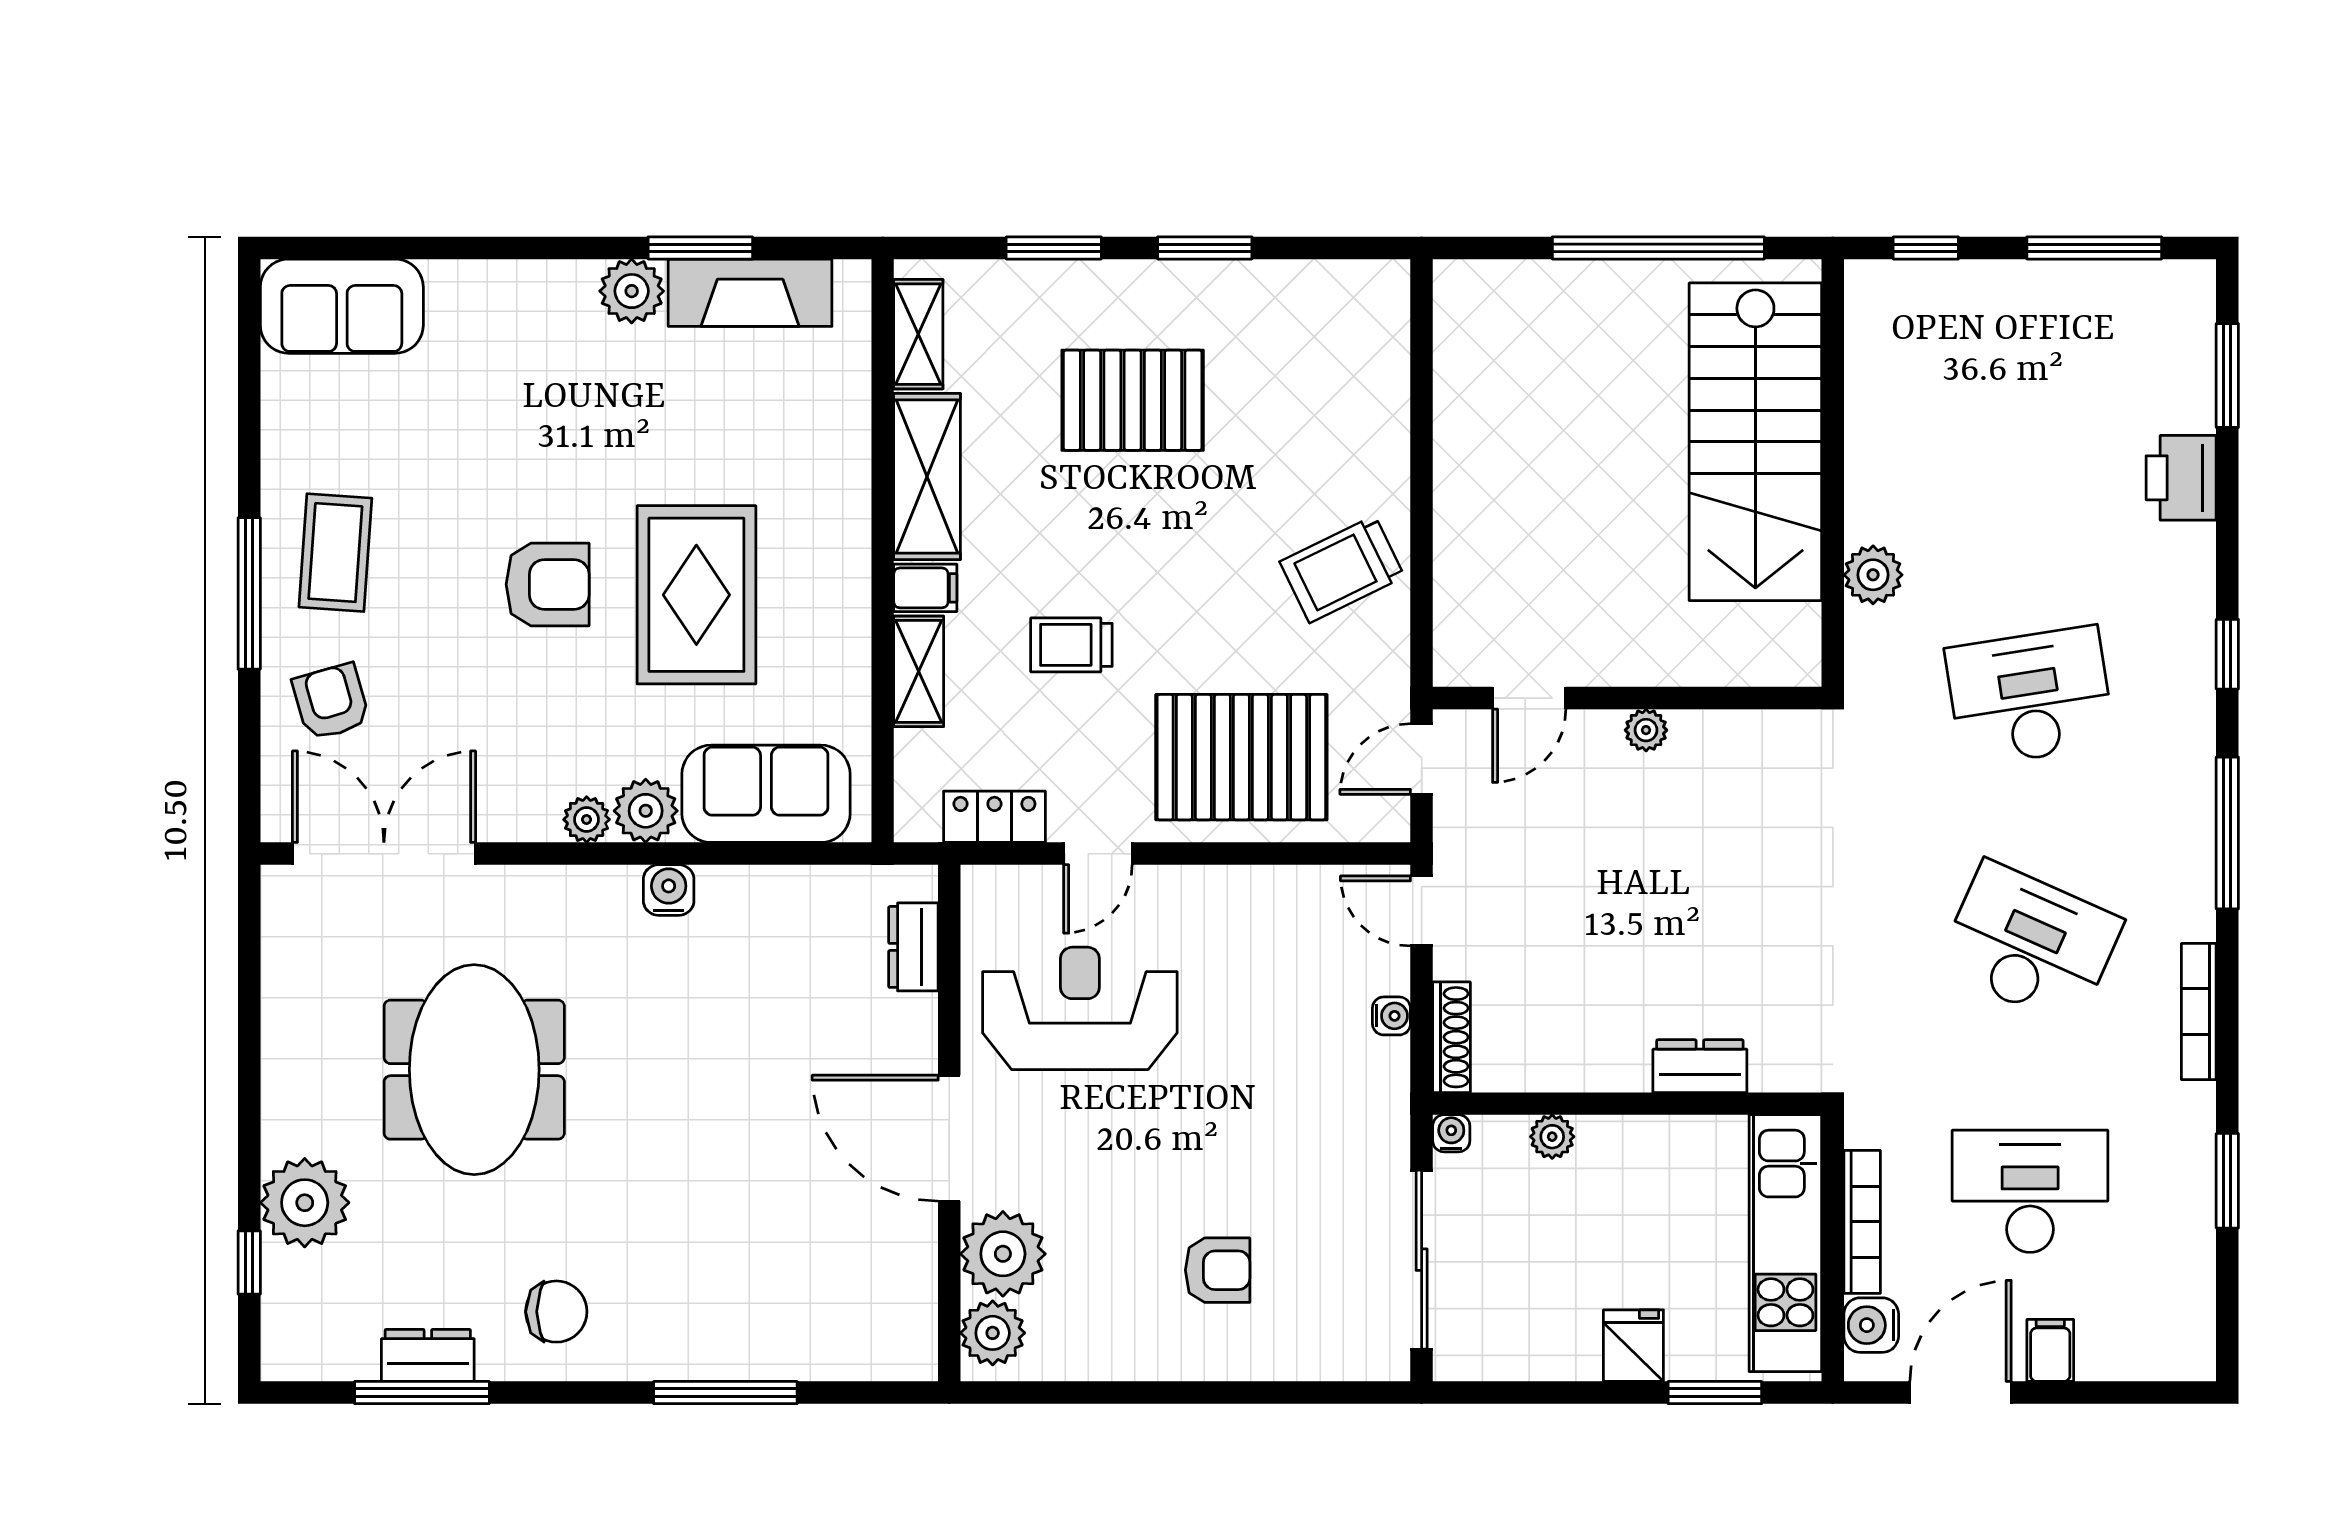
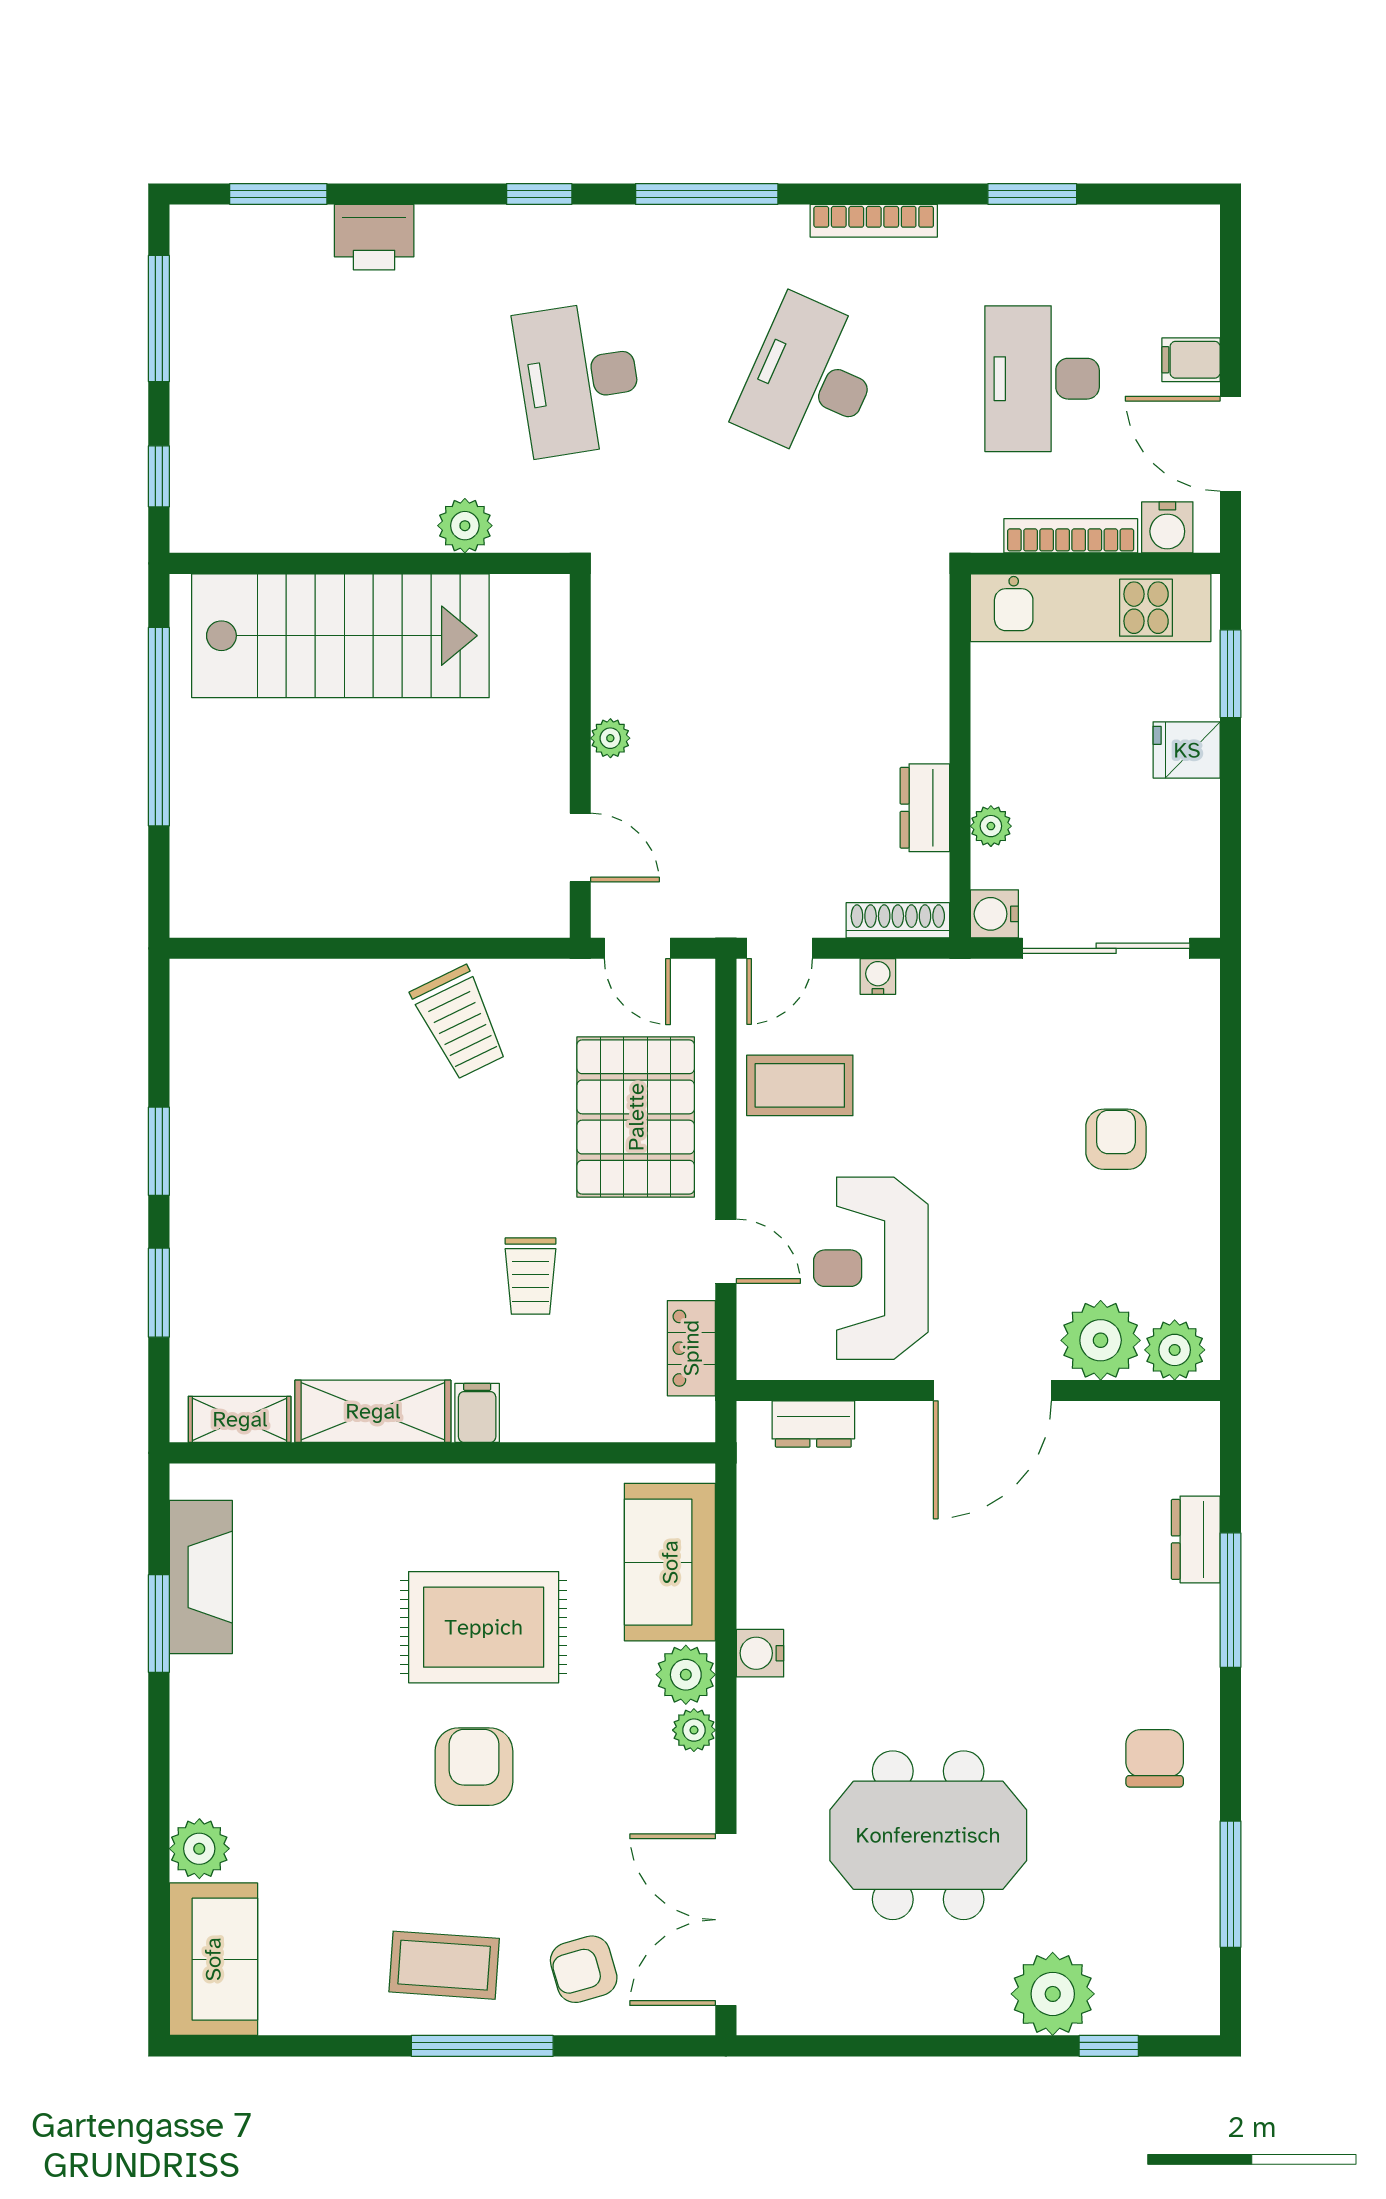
plant: (632, 291) -> (199, 1849), moved
pallet: (1133, 400) -> (301, 1219), removed
shelving: (919, 671) -> (555, 1419), removed
coffee table: (1275, 933) -> (800, 1085), added
dresser: (1700, 1066) -> (925, 808), moved
water cooler: (1451, 1133) -> (994, 914), width x1.38, depth x1.38
dresser: (428, 1355) -> (1196, 1539), moved

